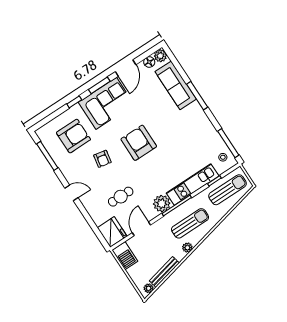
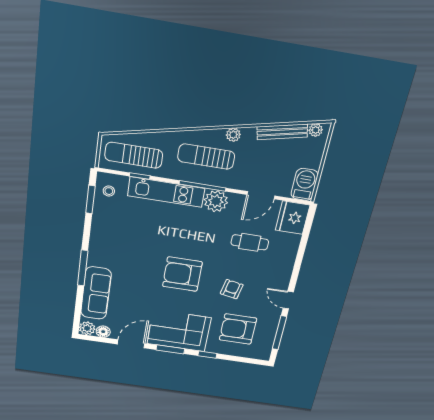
armchair: (139, 143) -> (182, 274), turned 90
window: (228, 143) -> (90, 200), width x0.69
door: (71, 193) -> (288, 300), moved

